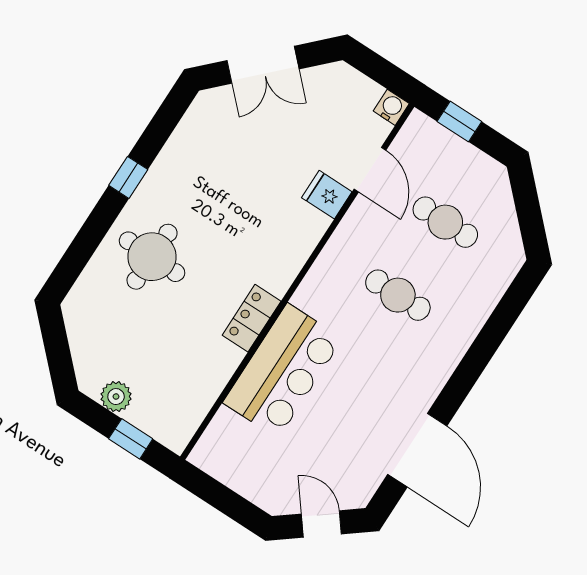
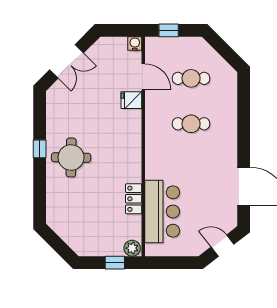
round table: (152, 257) -> (71, 157), moved
locker: (252, 318) -> (134, 199), moved
bar counter: (283, 371) -> (162, 212), moved
plant: (116, 397) -> (132, 248), moved

